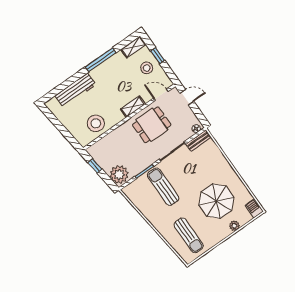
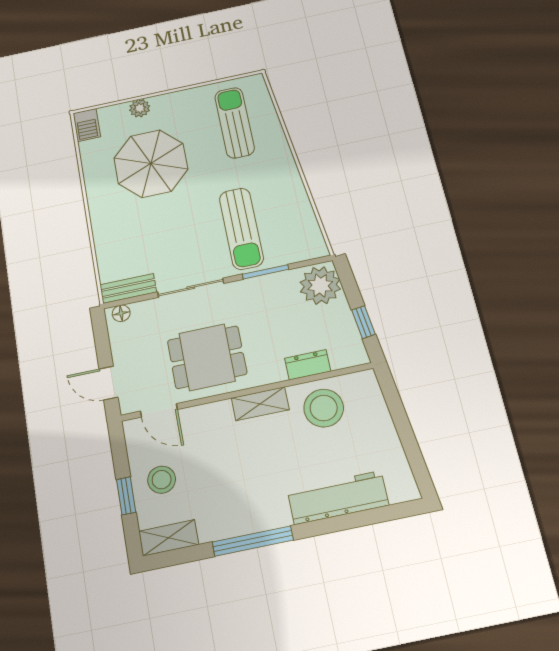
shelving: (133, 107) -> (260, 404), moved
dresser: (110, 139) -> (308, 365), added

